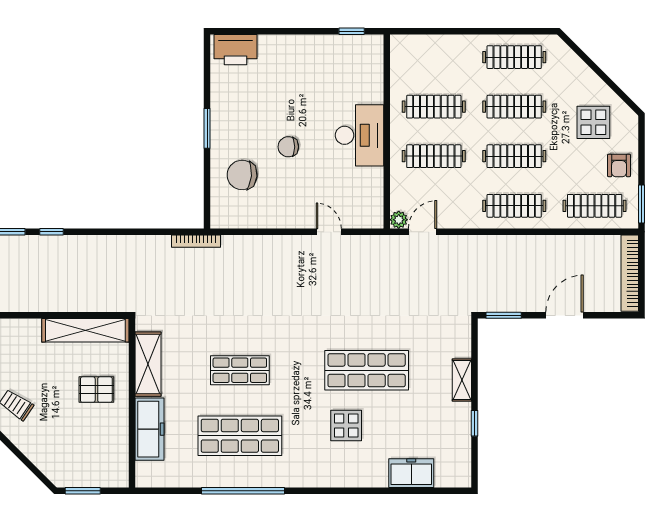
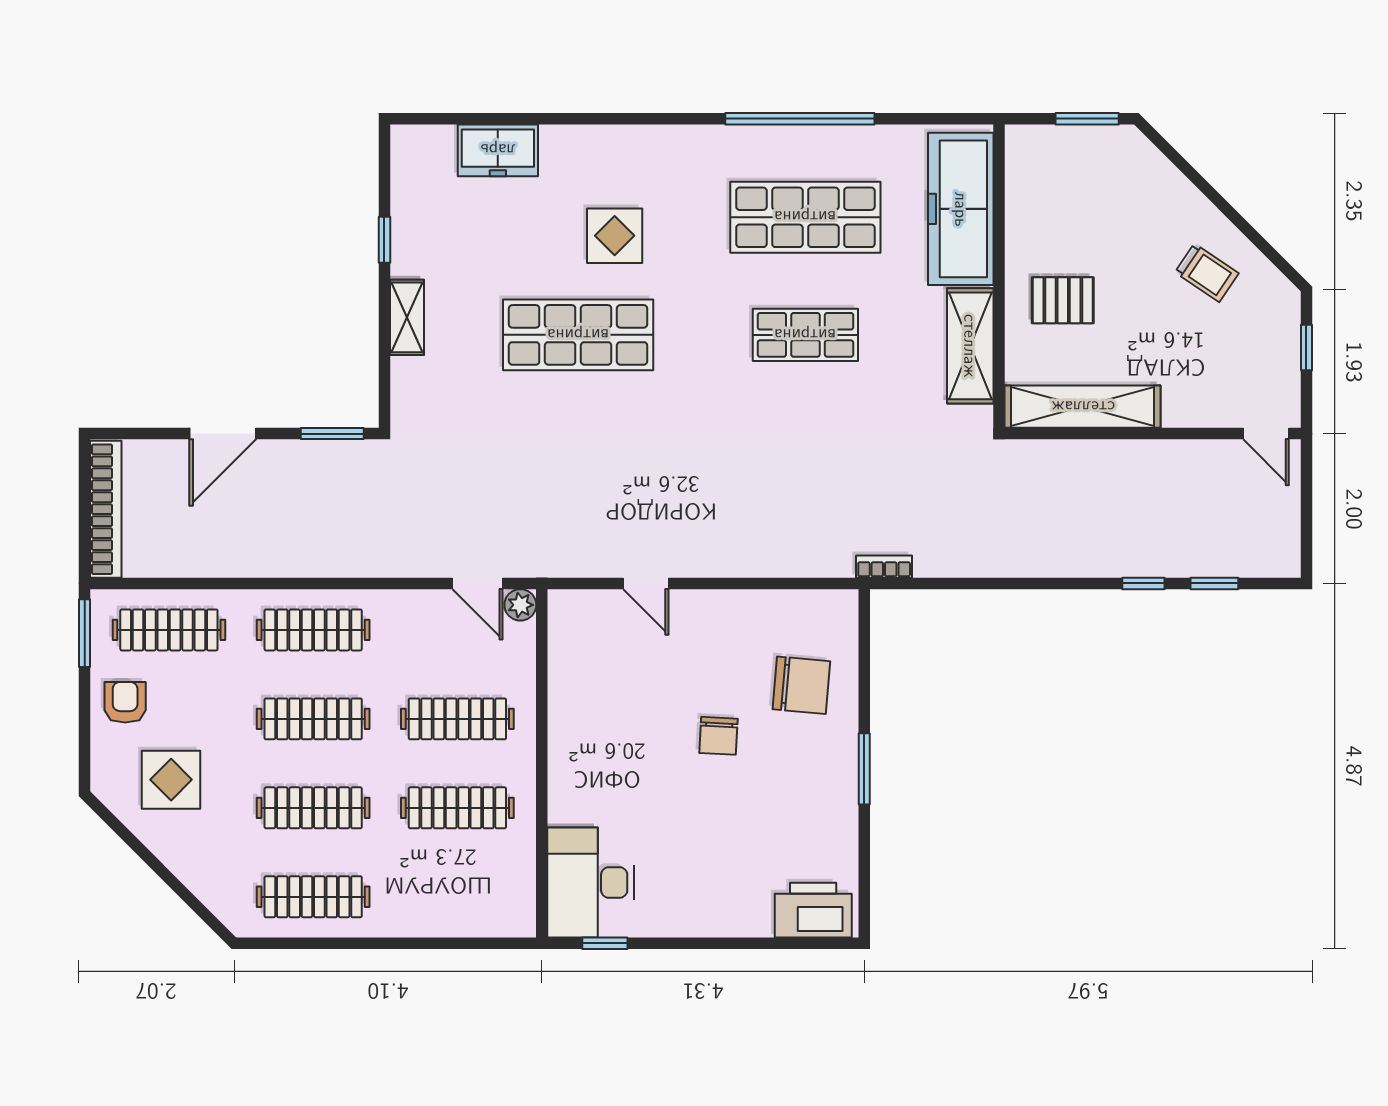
desk: (359, 135) -> (591, 883), moved
chair: (288, 147) -> (719, 736), turned 93
door: (423, 232) -> (477, 583), hinge flipped
bookcase: (196, 241) -> (884, 567), width x0.64
freezer: (149, 429) -> (961, 209), width x1.36, depth x1.26

